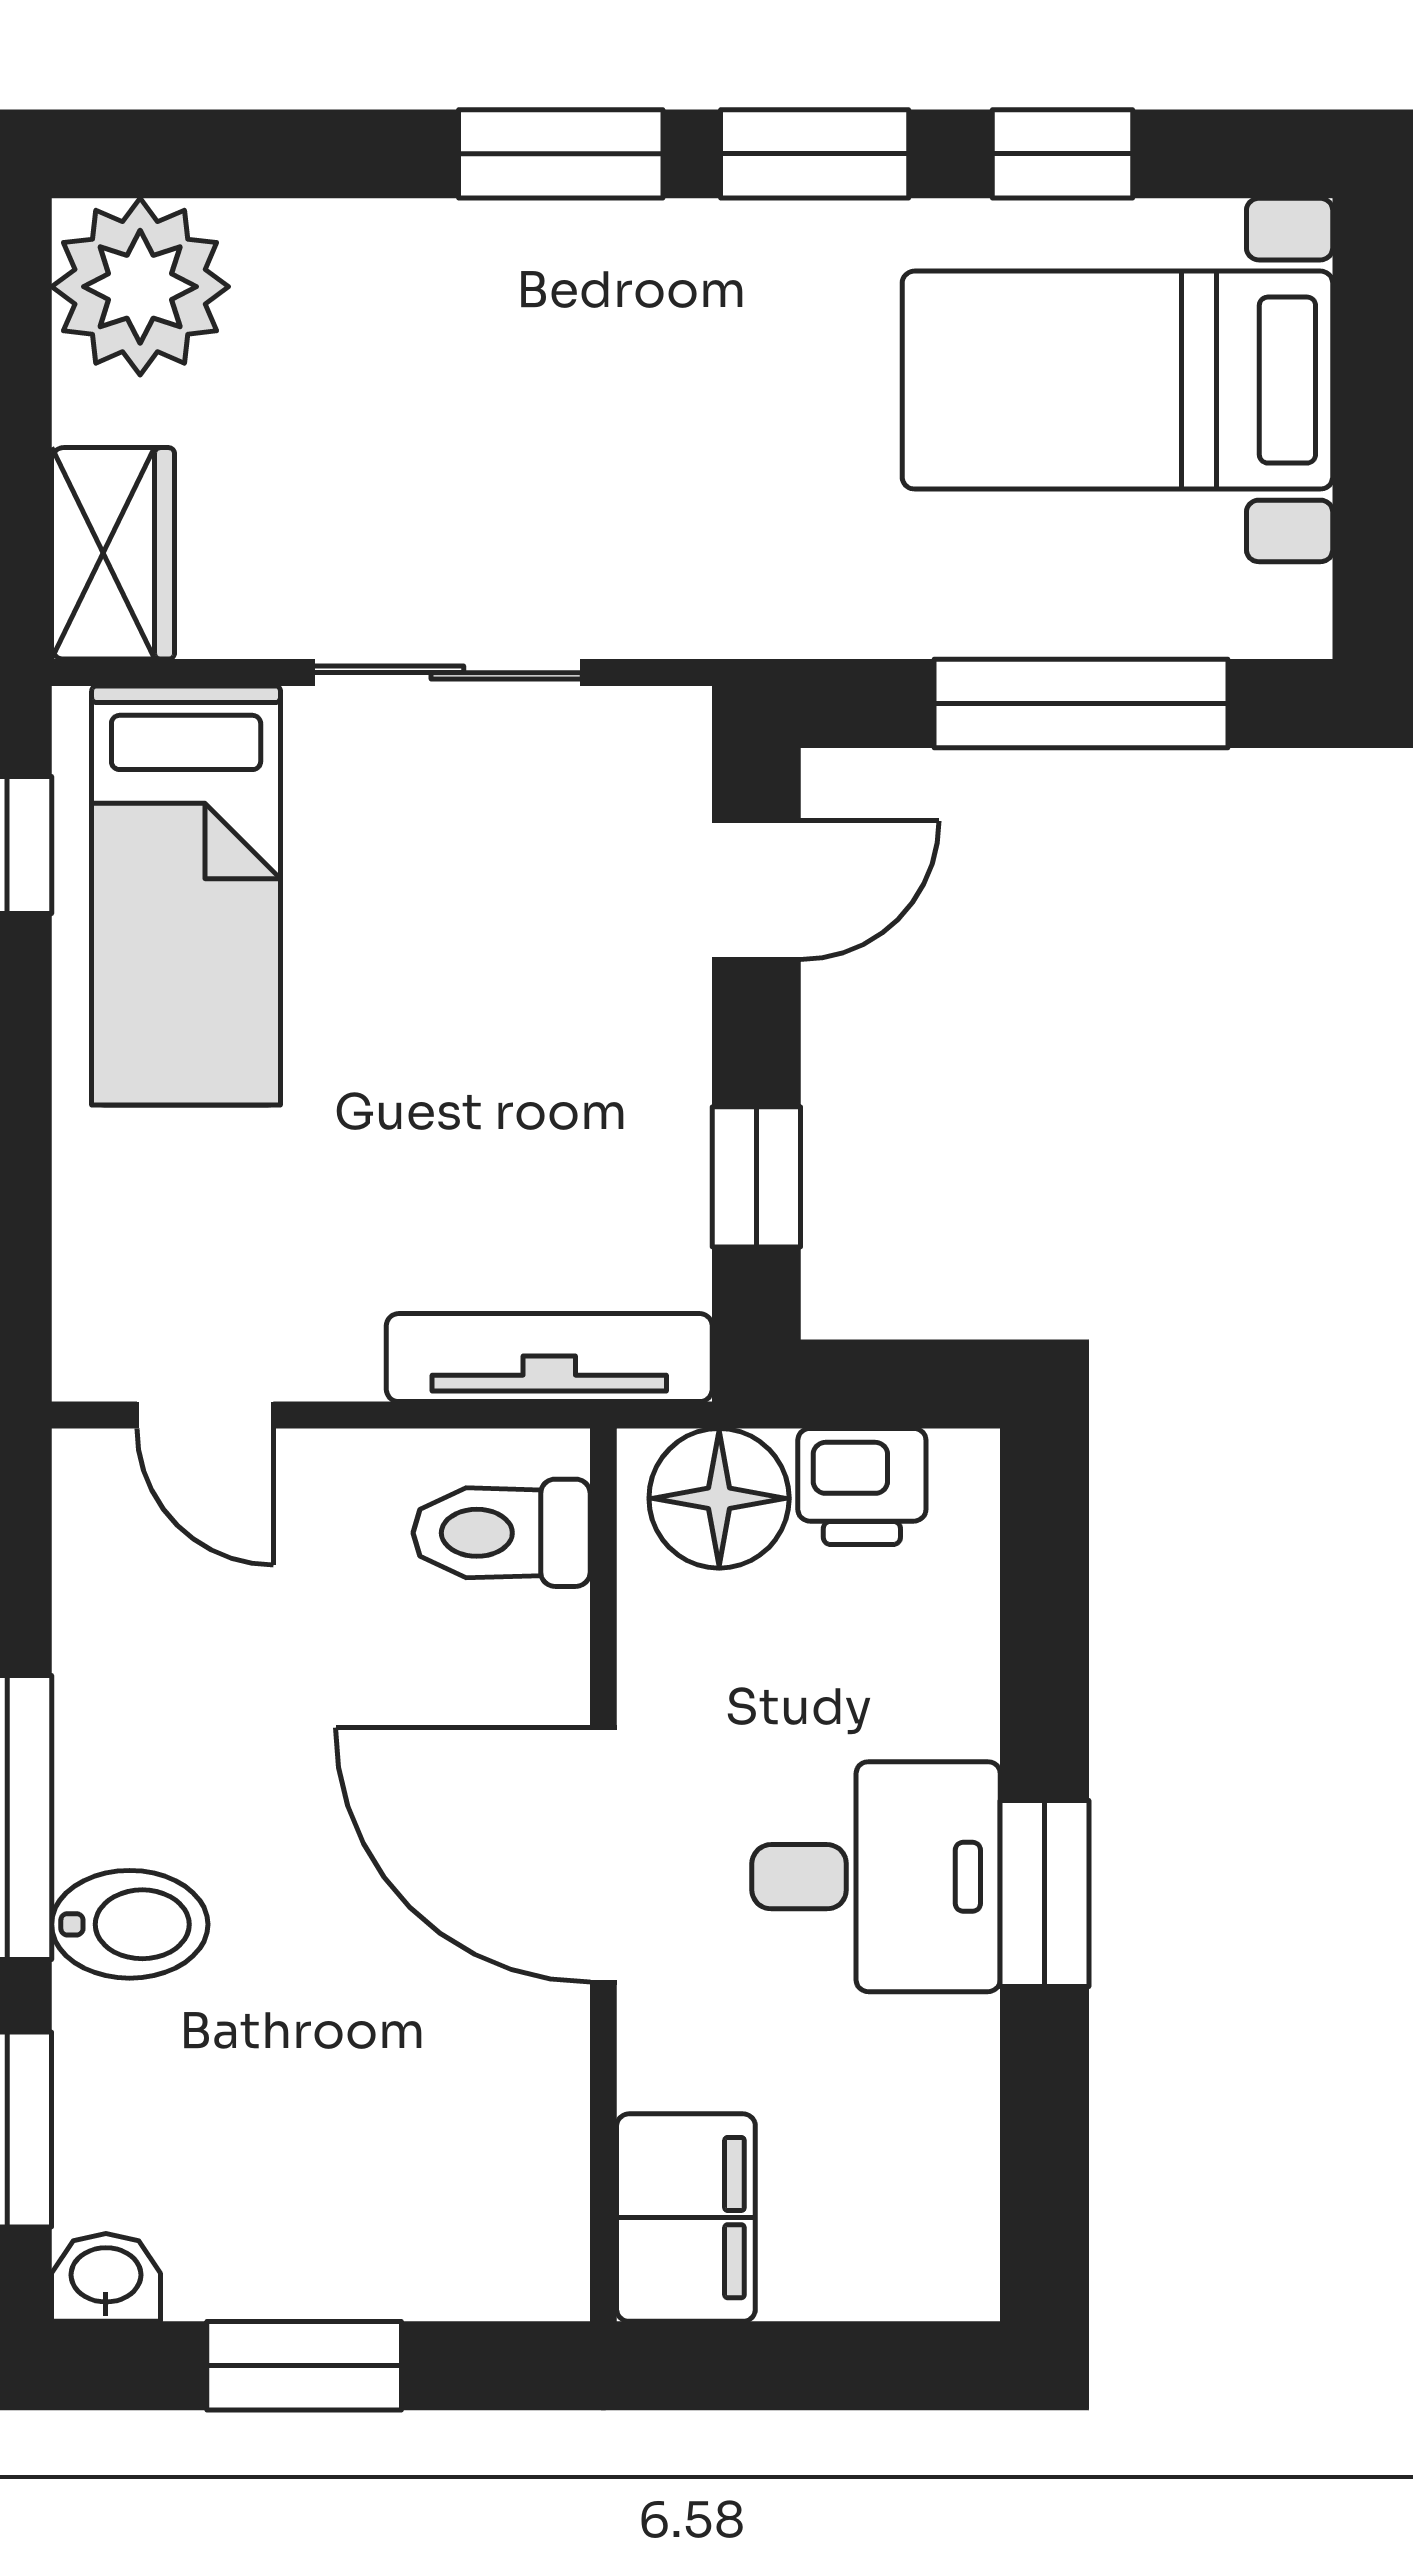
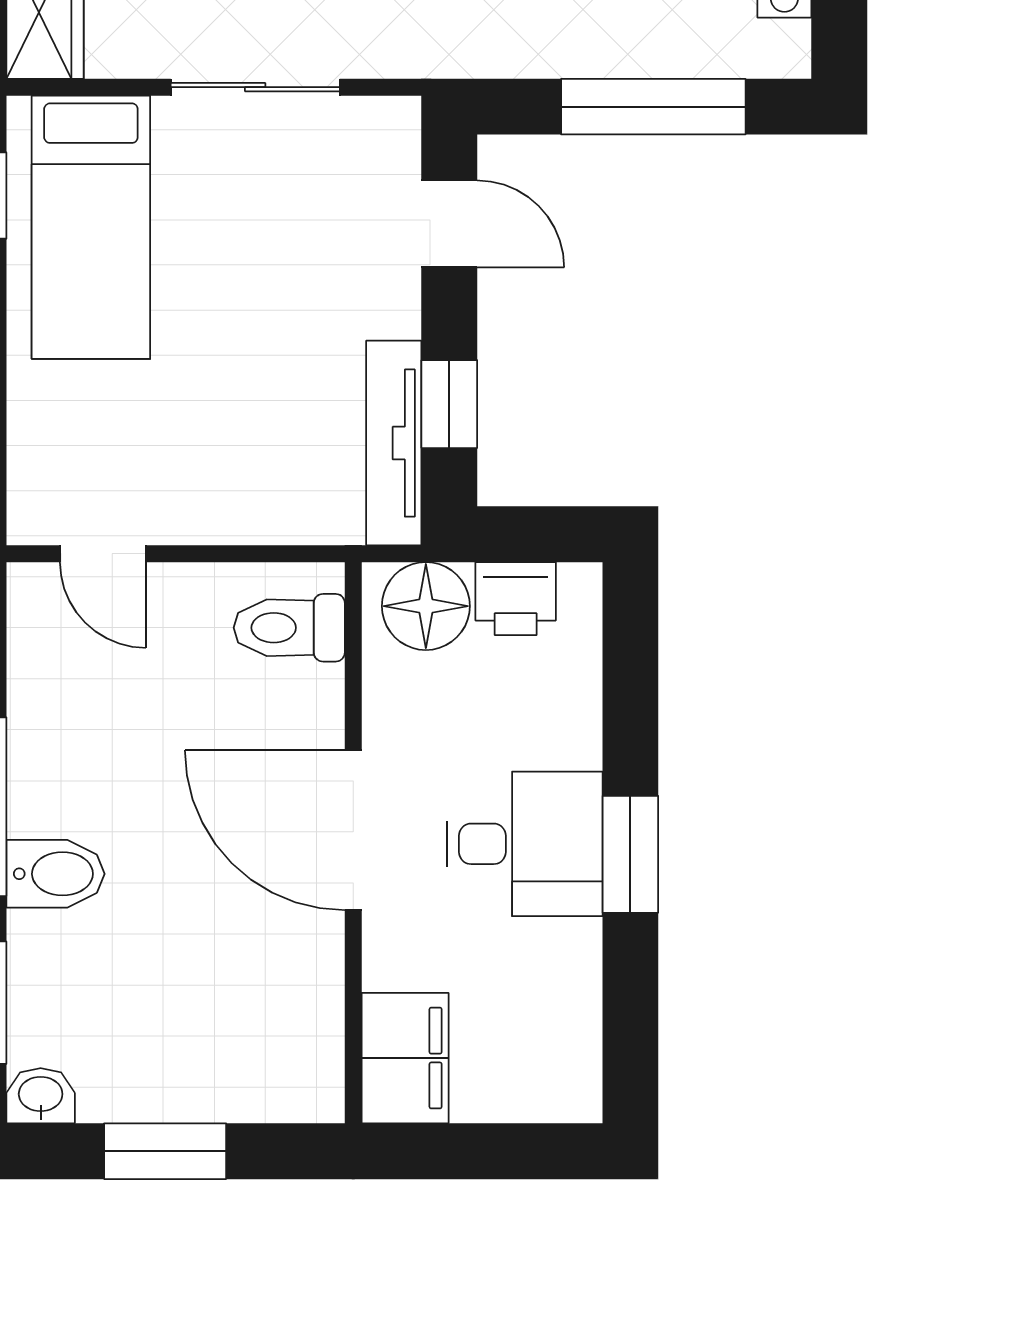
door: (756, 890) -> (449, 224), hinge flipped
tv unit: (549, 1358) -> (394, 443), moved, turned -90

